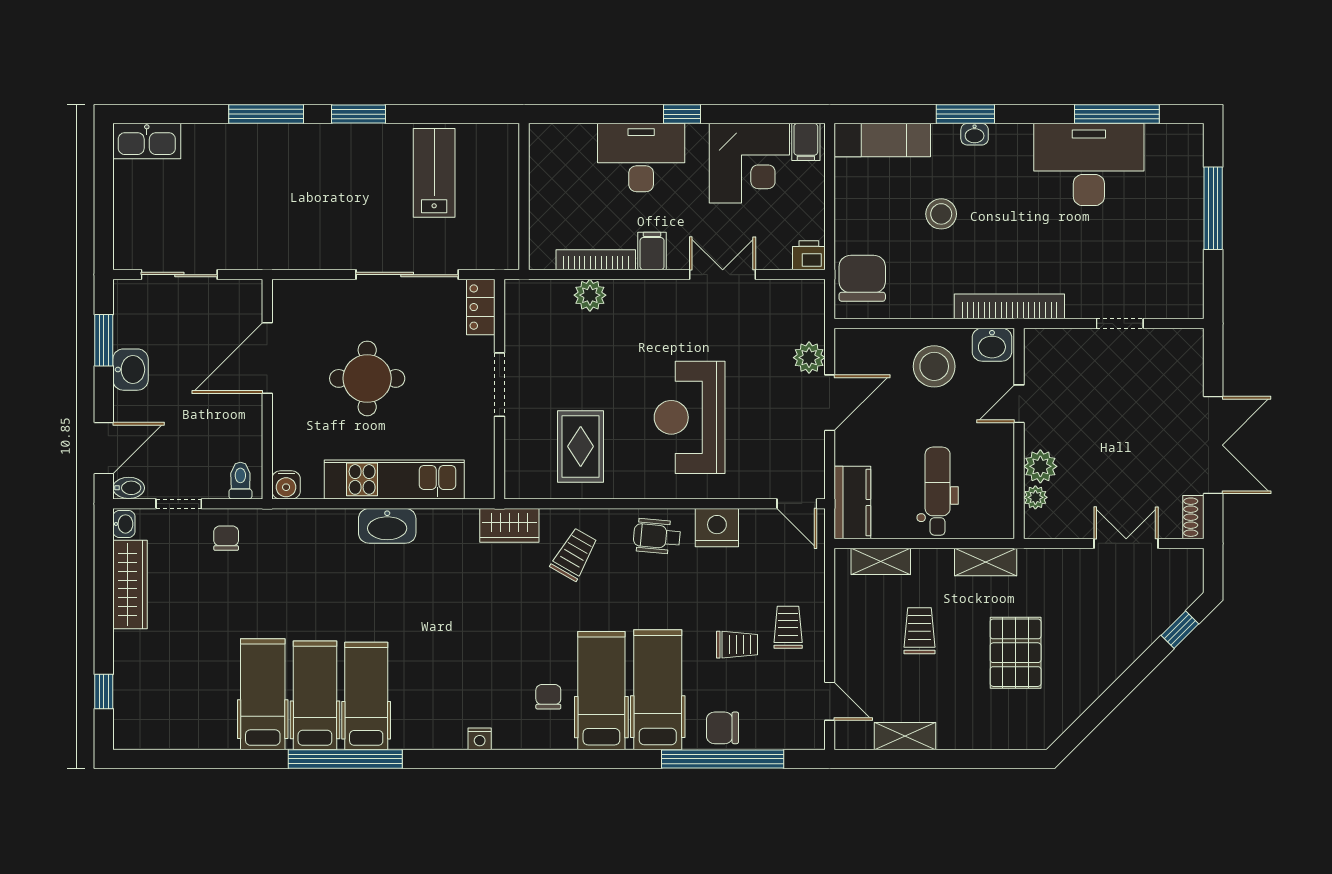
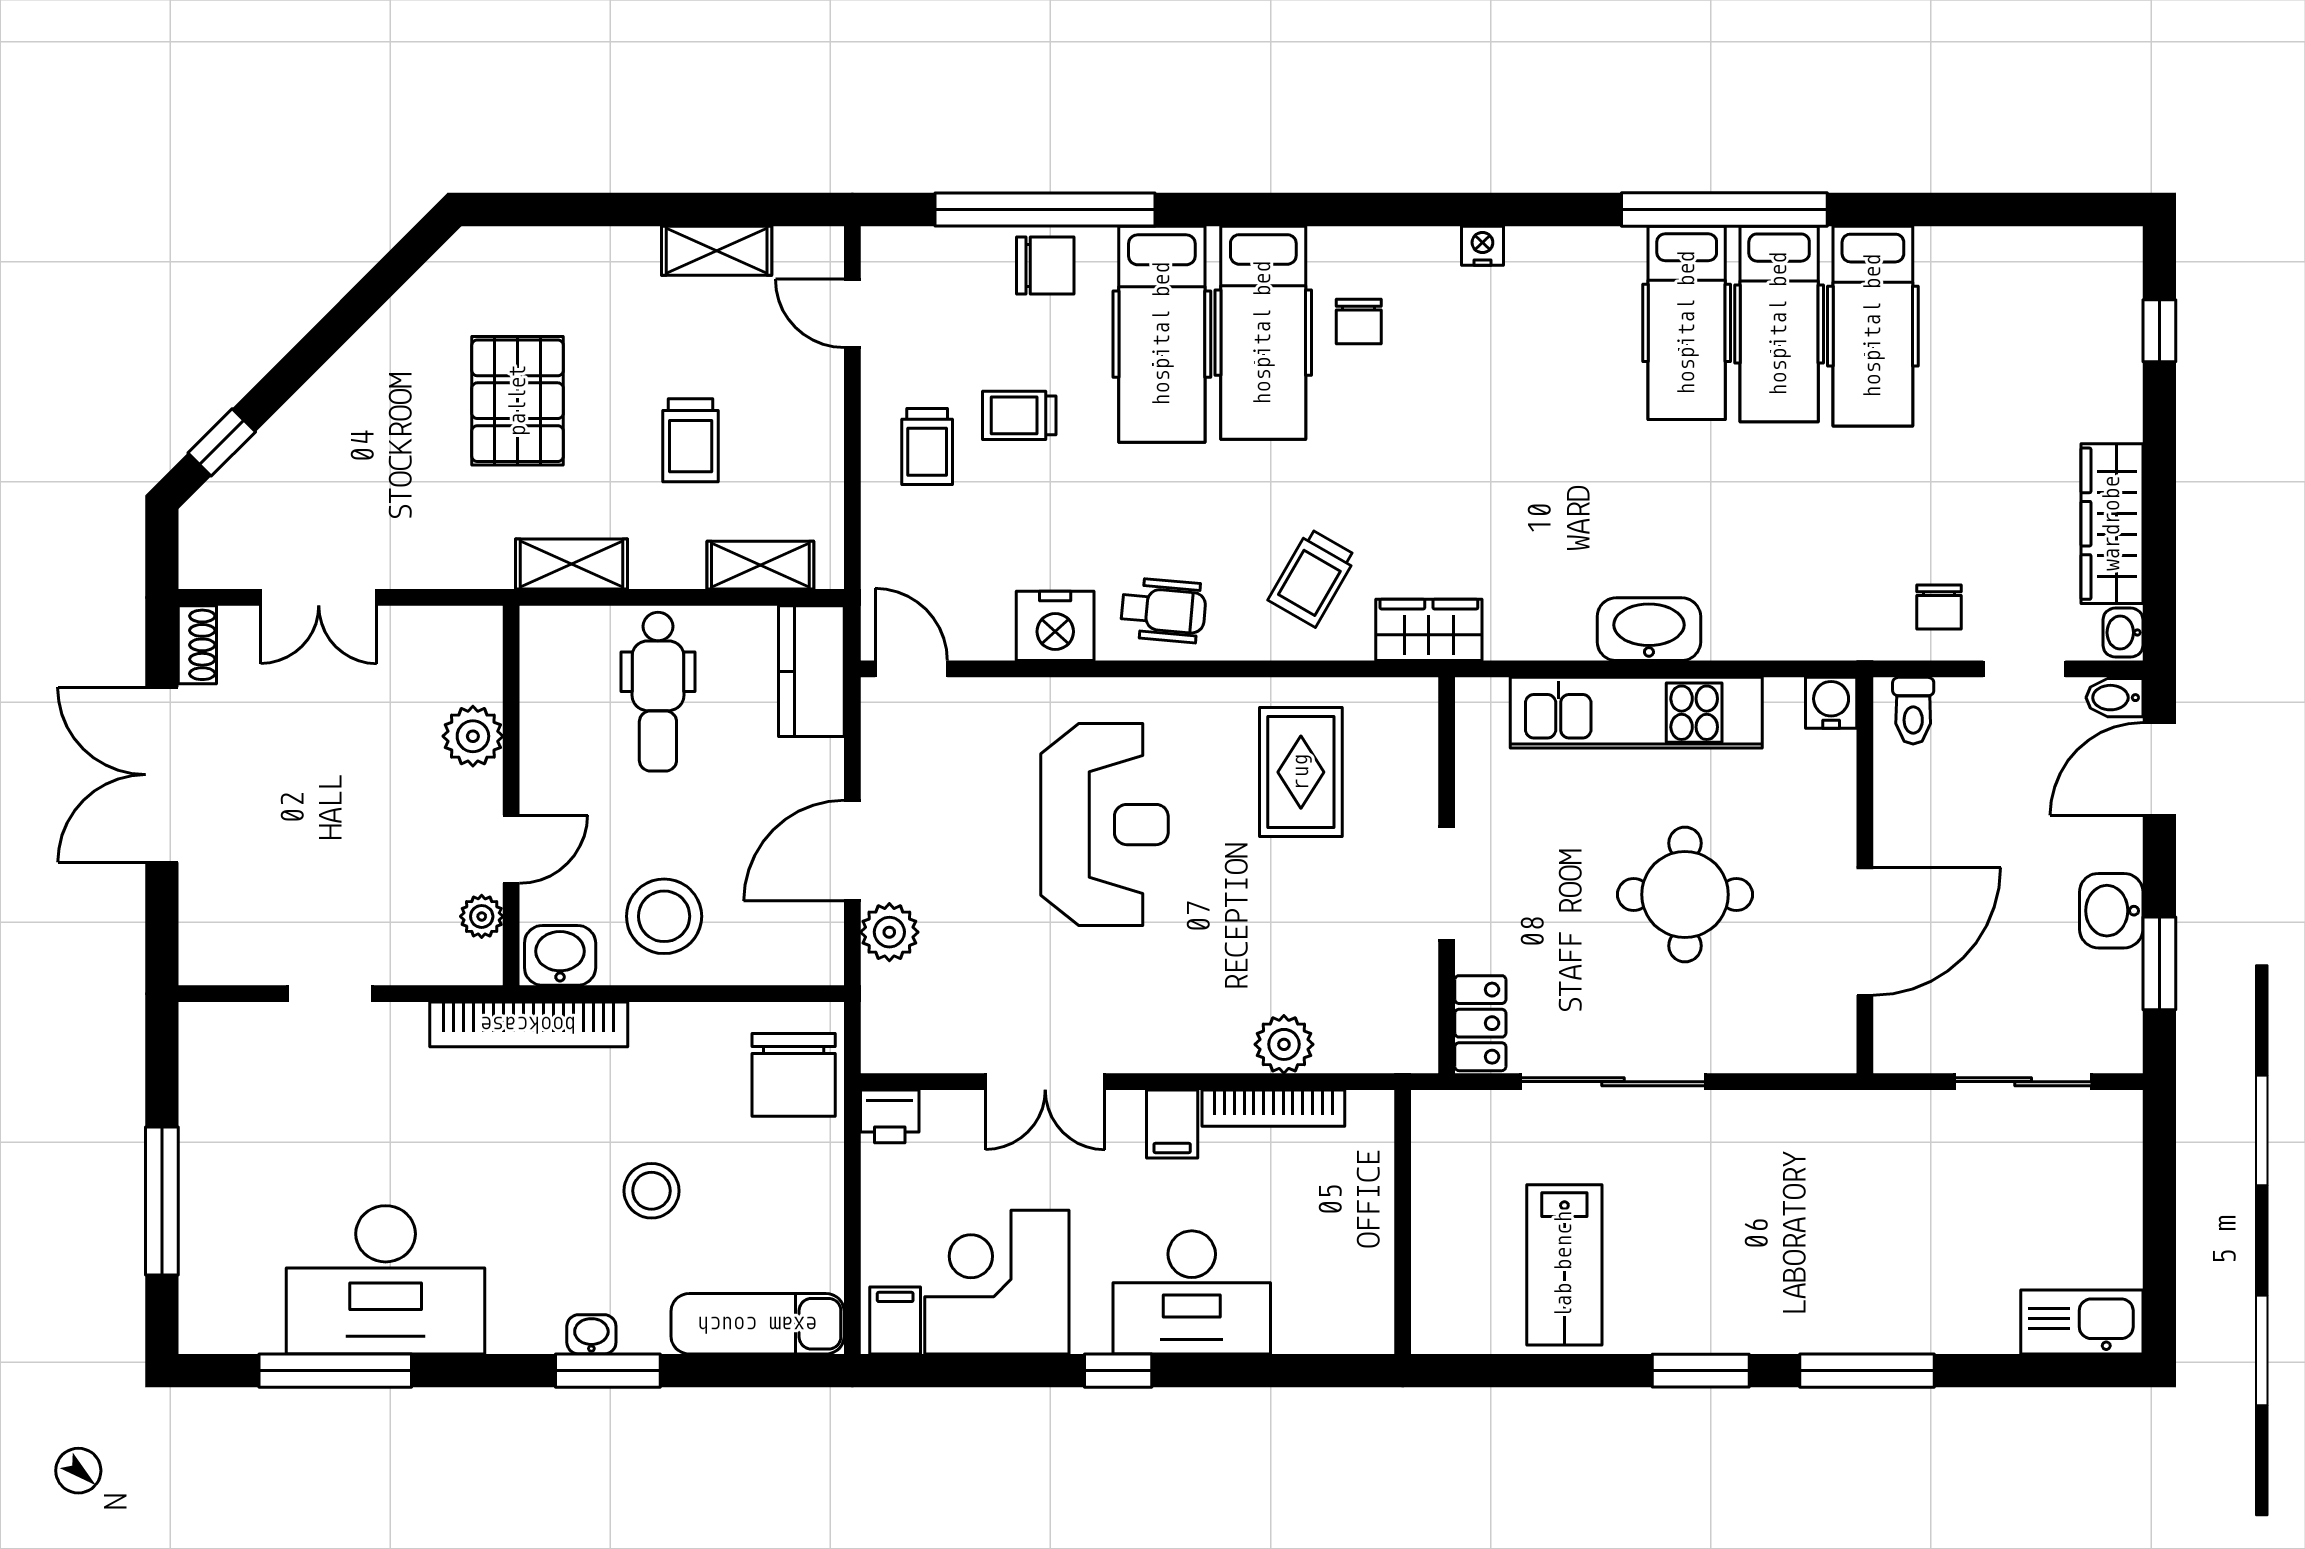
plant: (1035, 497) -> (482, 916), moved

